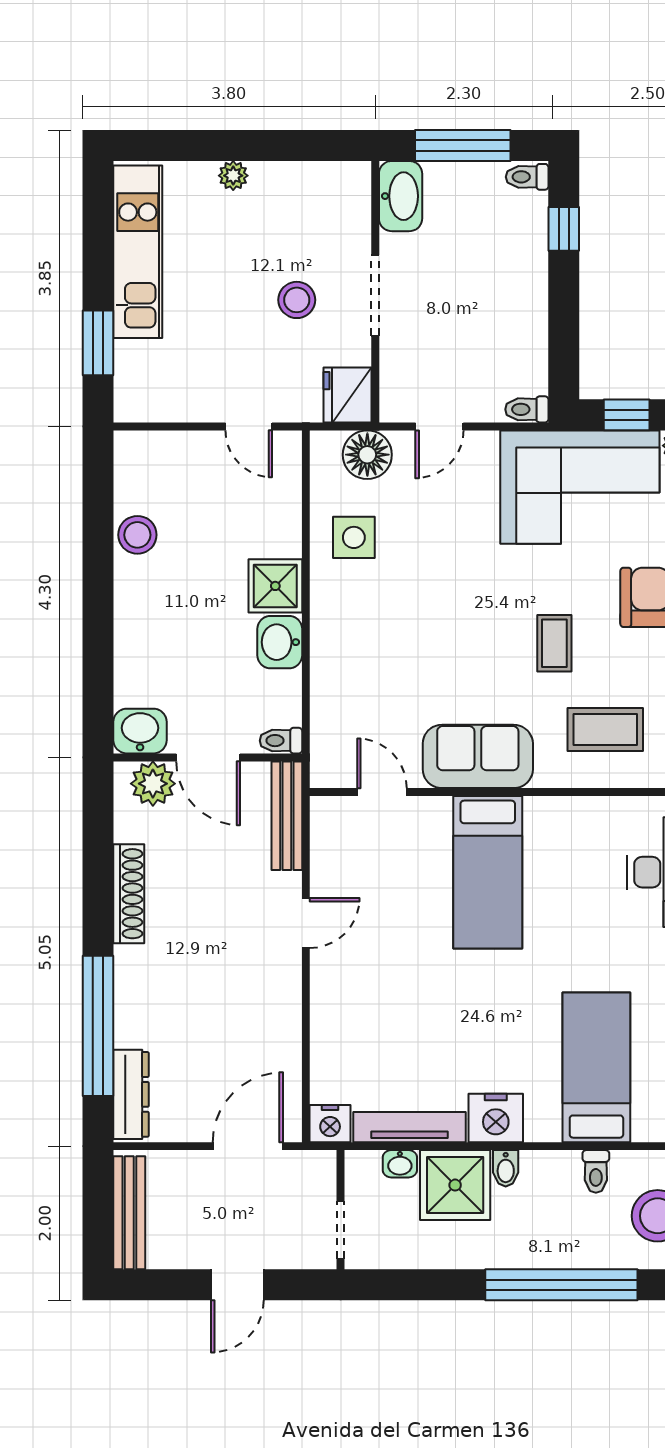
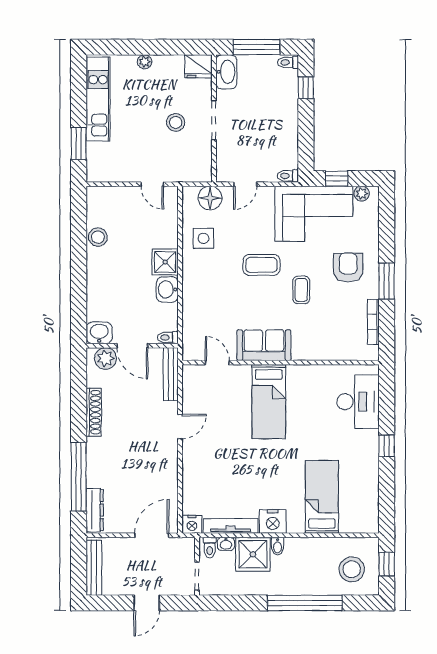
fridge: (348, 395) -> (198, 66), moved, turned -90
coffee table: (605, 729) -> (261, 265), moved
toilet: (596, 1171) -> (210, 548), moved

